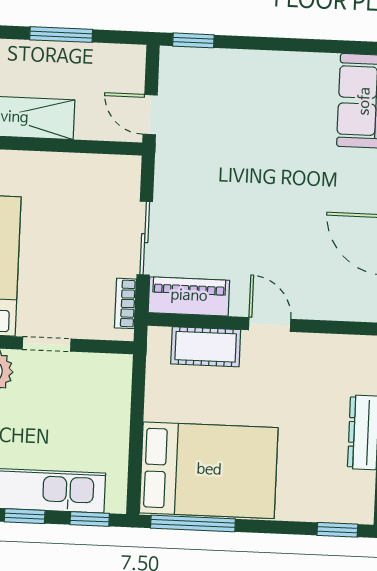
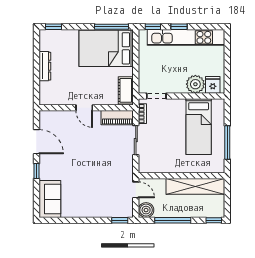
window: (61, 35) -> (173, 220), width x1.44
boiler: (127, 63) -> (146, 210), added
doorway: (47, 344) -> (156, 96), moved
cot: (206, 347) -> (126, 90), moved, turned 90

